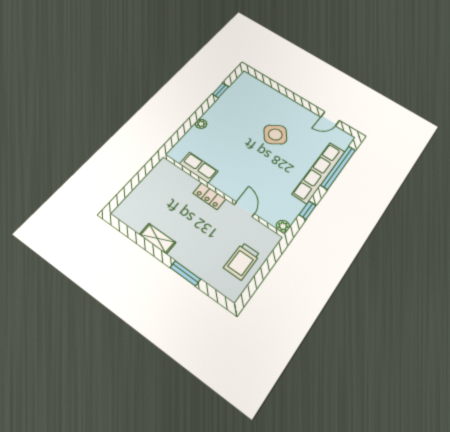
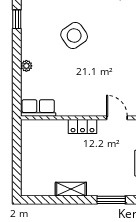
side table: (275, 135) -> (74, 36), moved
row of seats: (199, 167) -> (38, 108), moved

